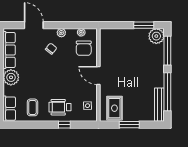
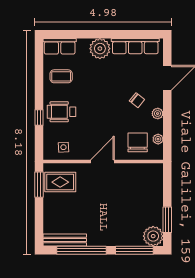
chair: (84, 48) -> (138, 142), turned 90
wheelchair: (60, 107) -> (61, 112), turned -90
window: (129, 125) -> (39, 185), moved

